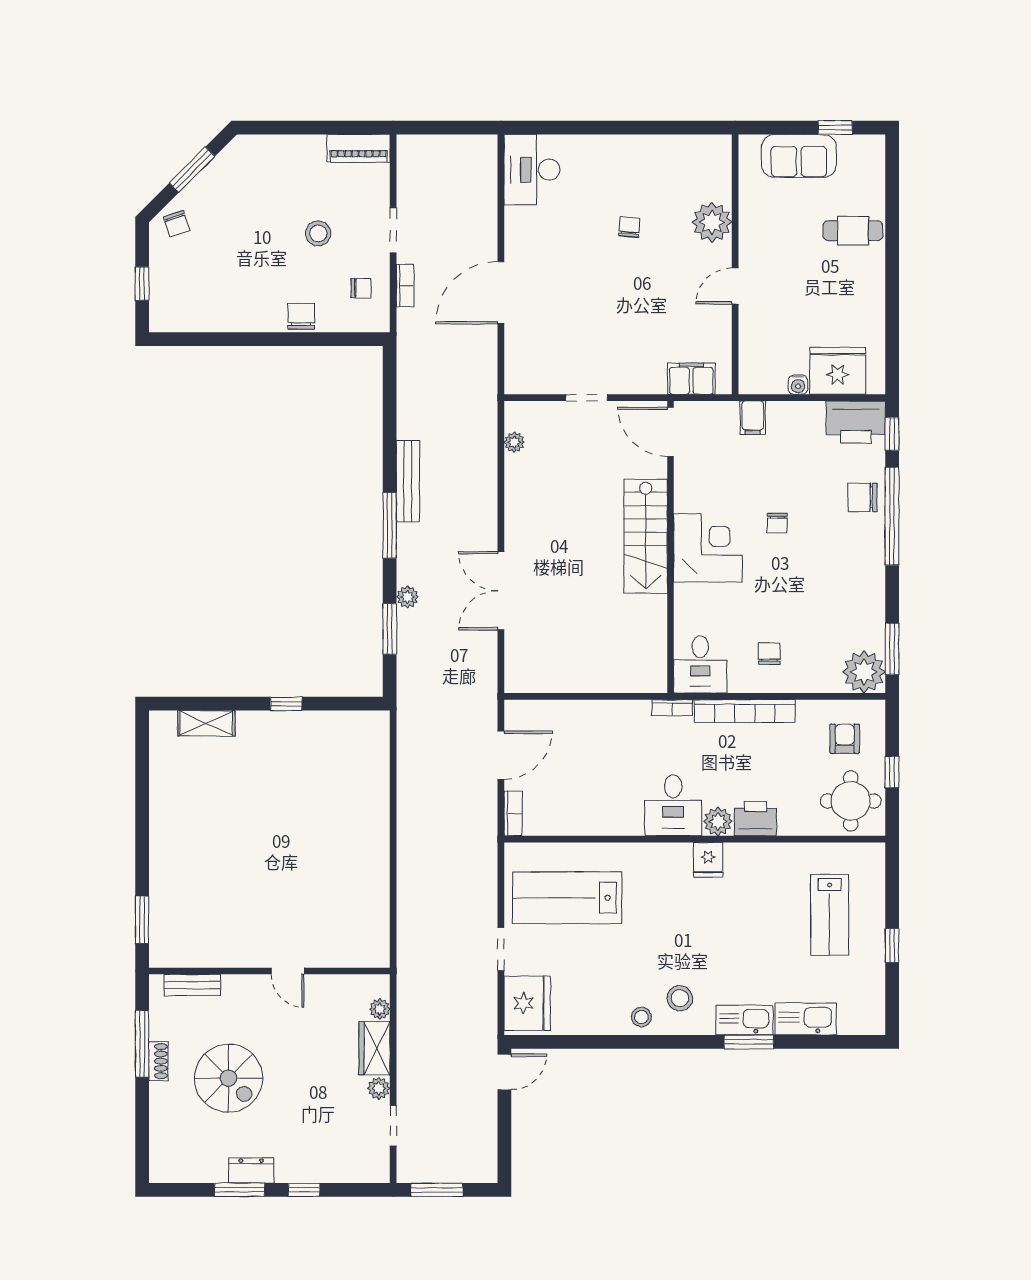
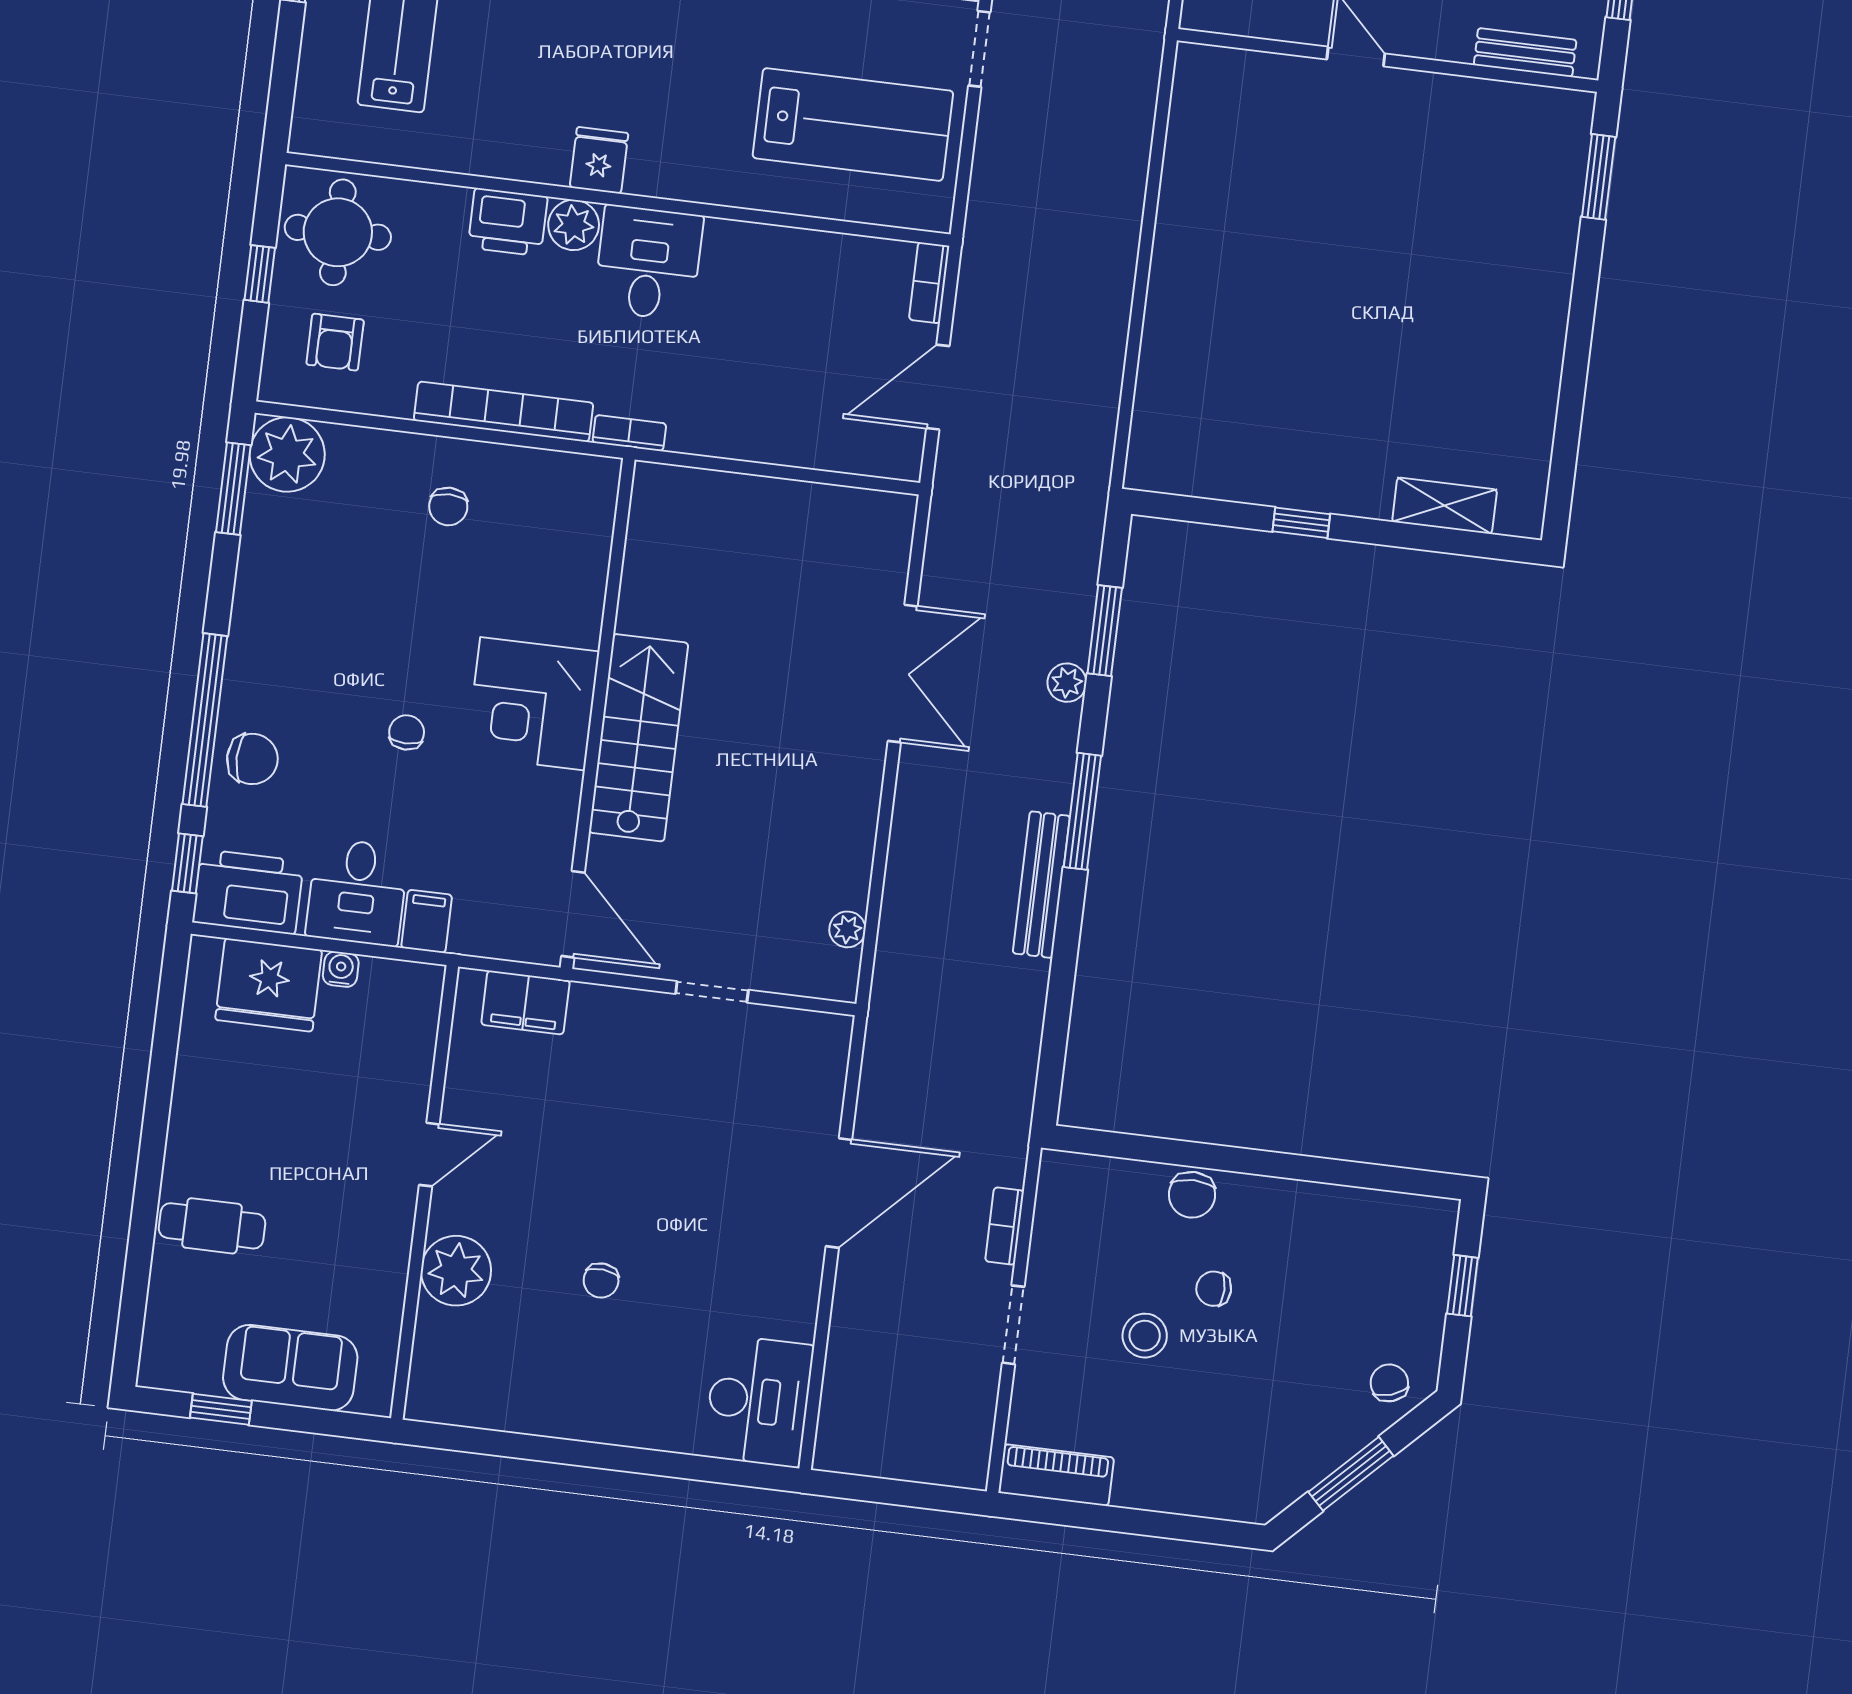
chair: (361, 288) -> (1214, 1289), moved
desk: (700, 665) -> (357, 892), moved, turned 180

